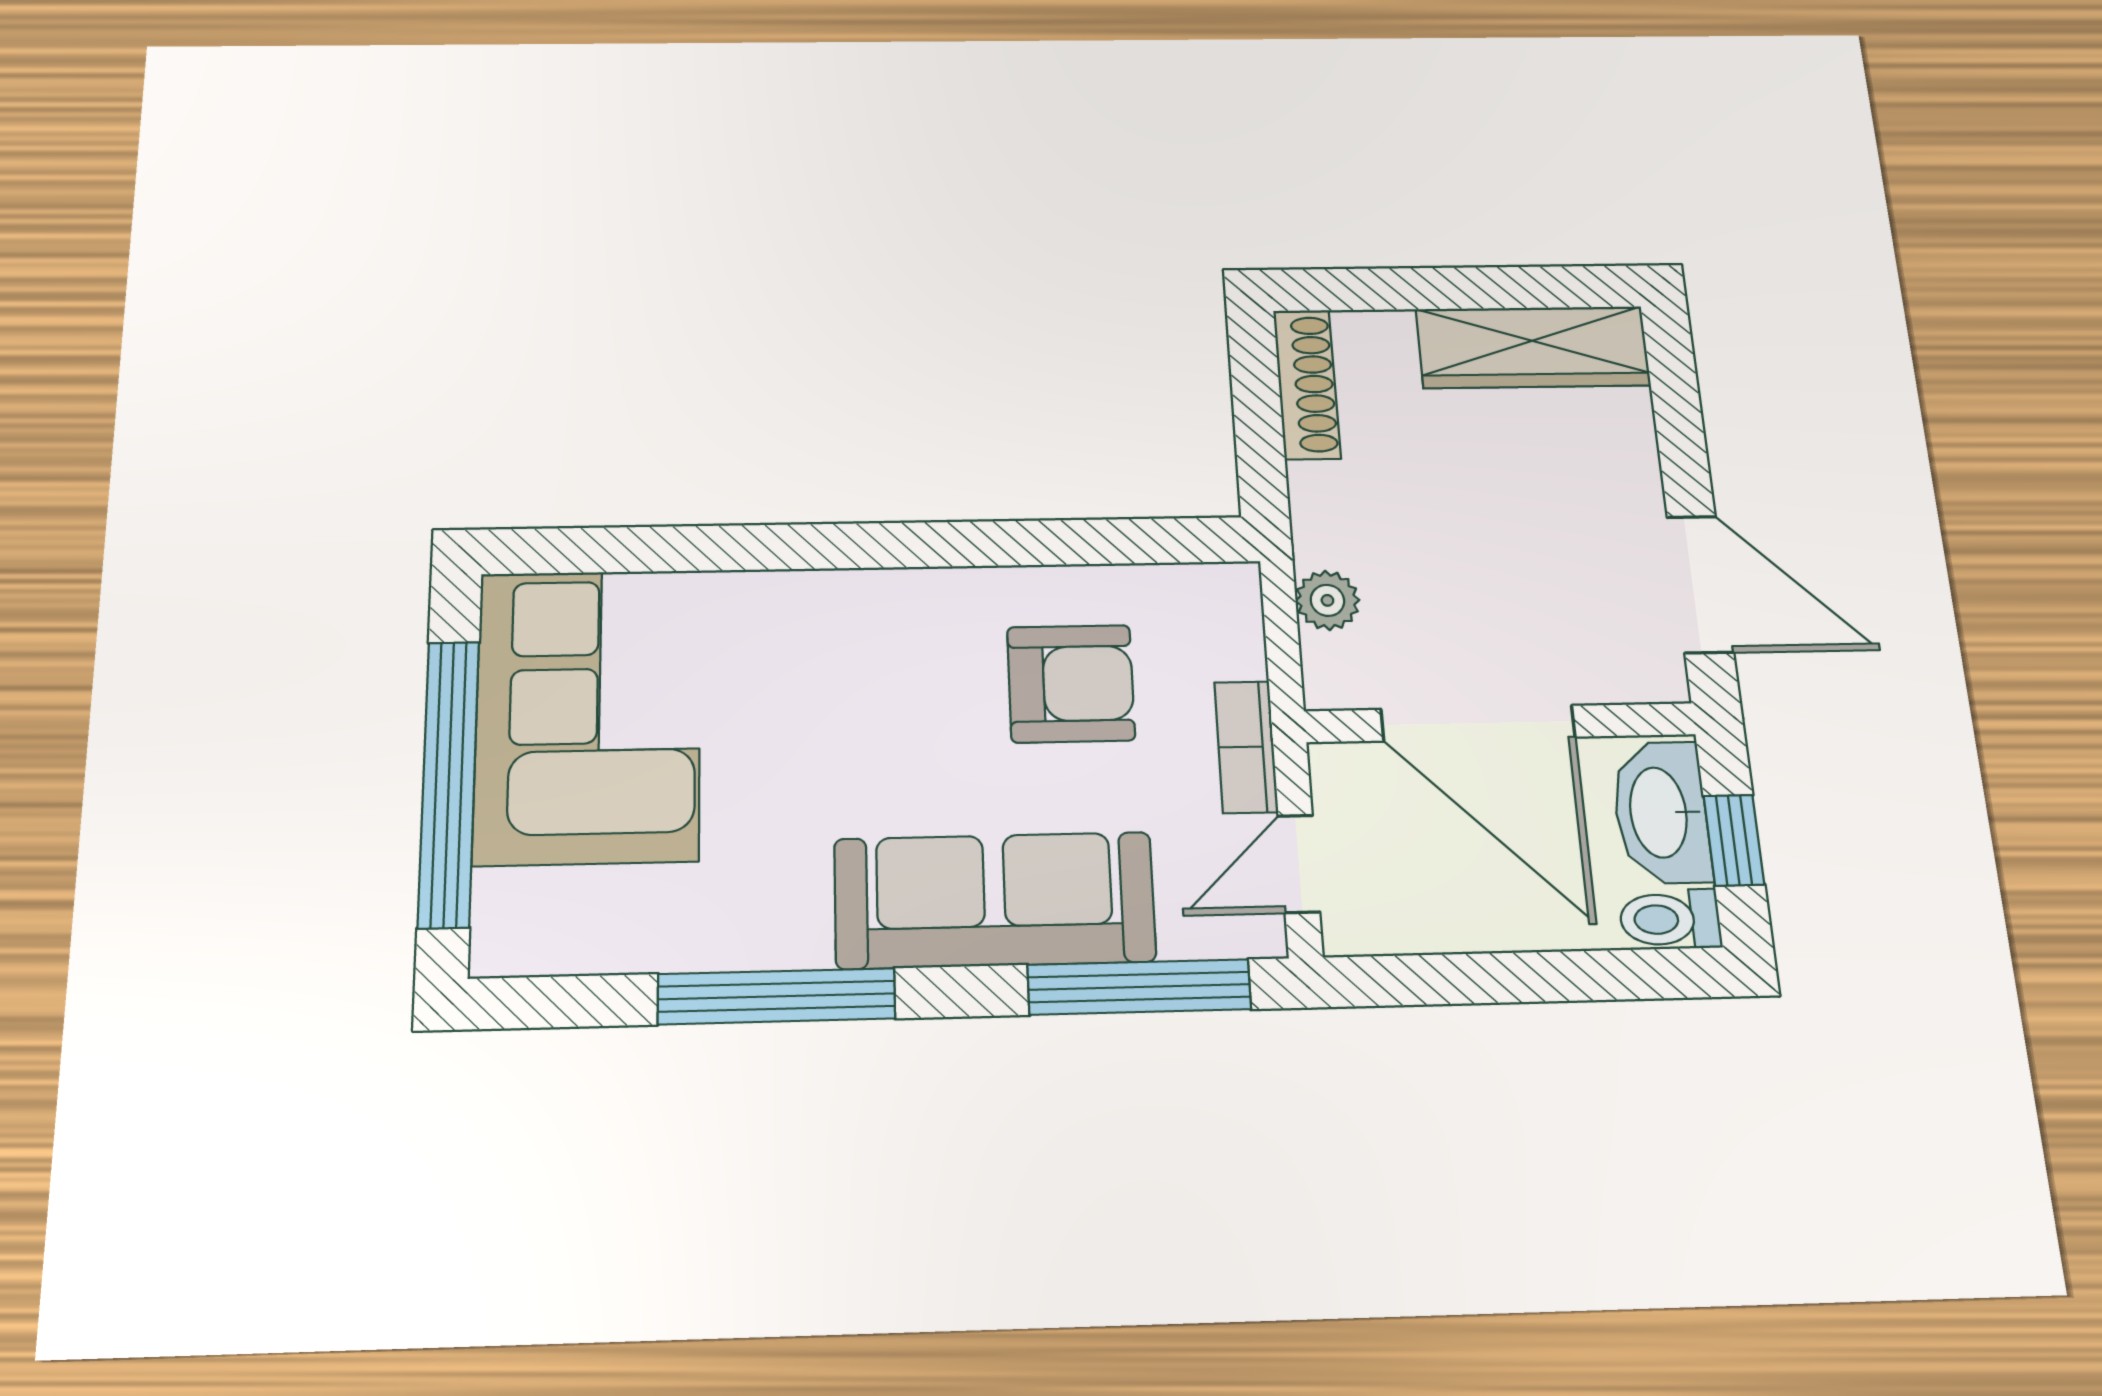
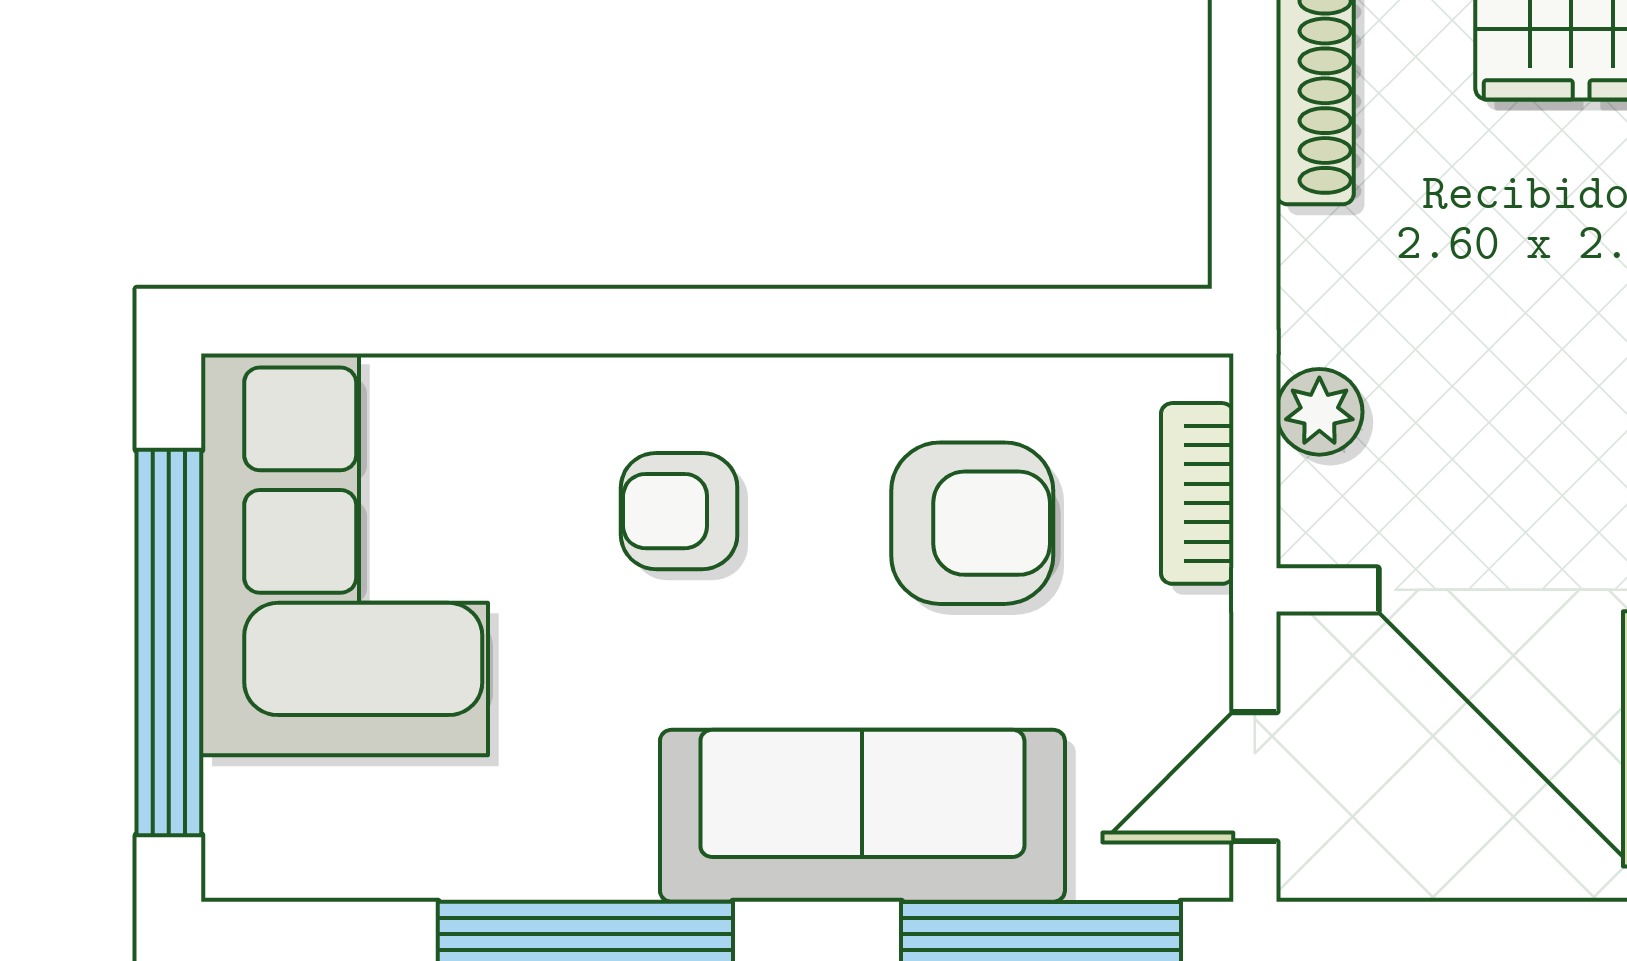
armchair: (847, 679) -> (679, 511), added
bookcase: (1246, 747) -> (1197, 493), moved

